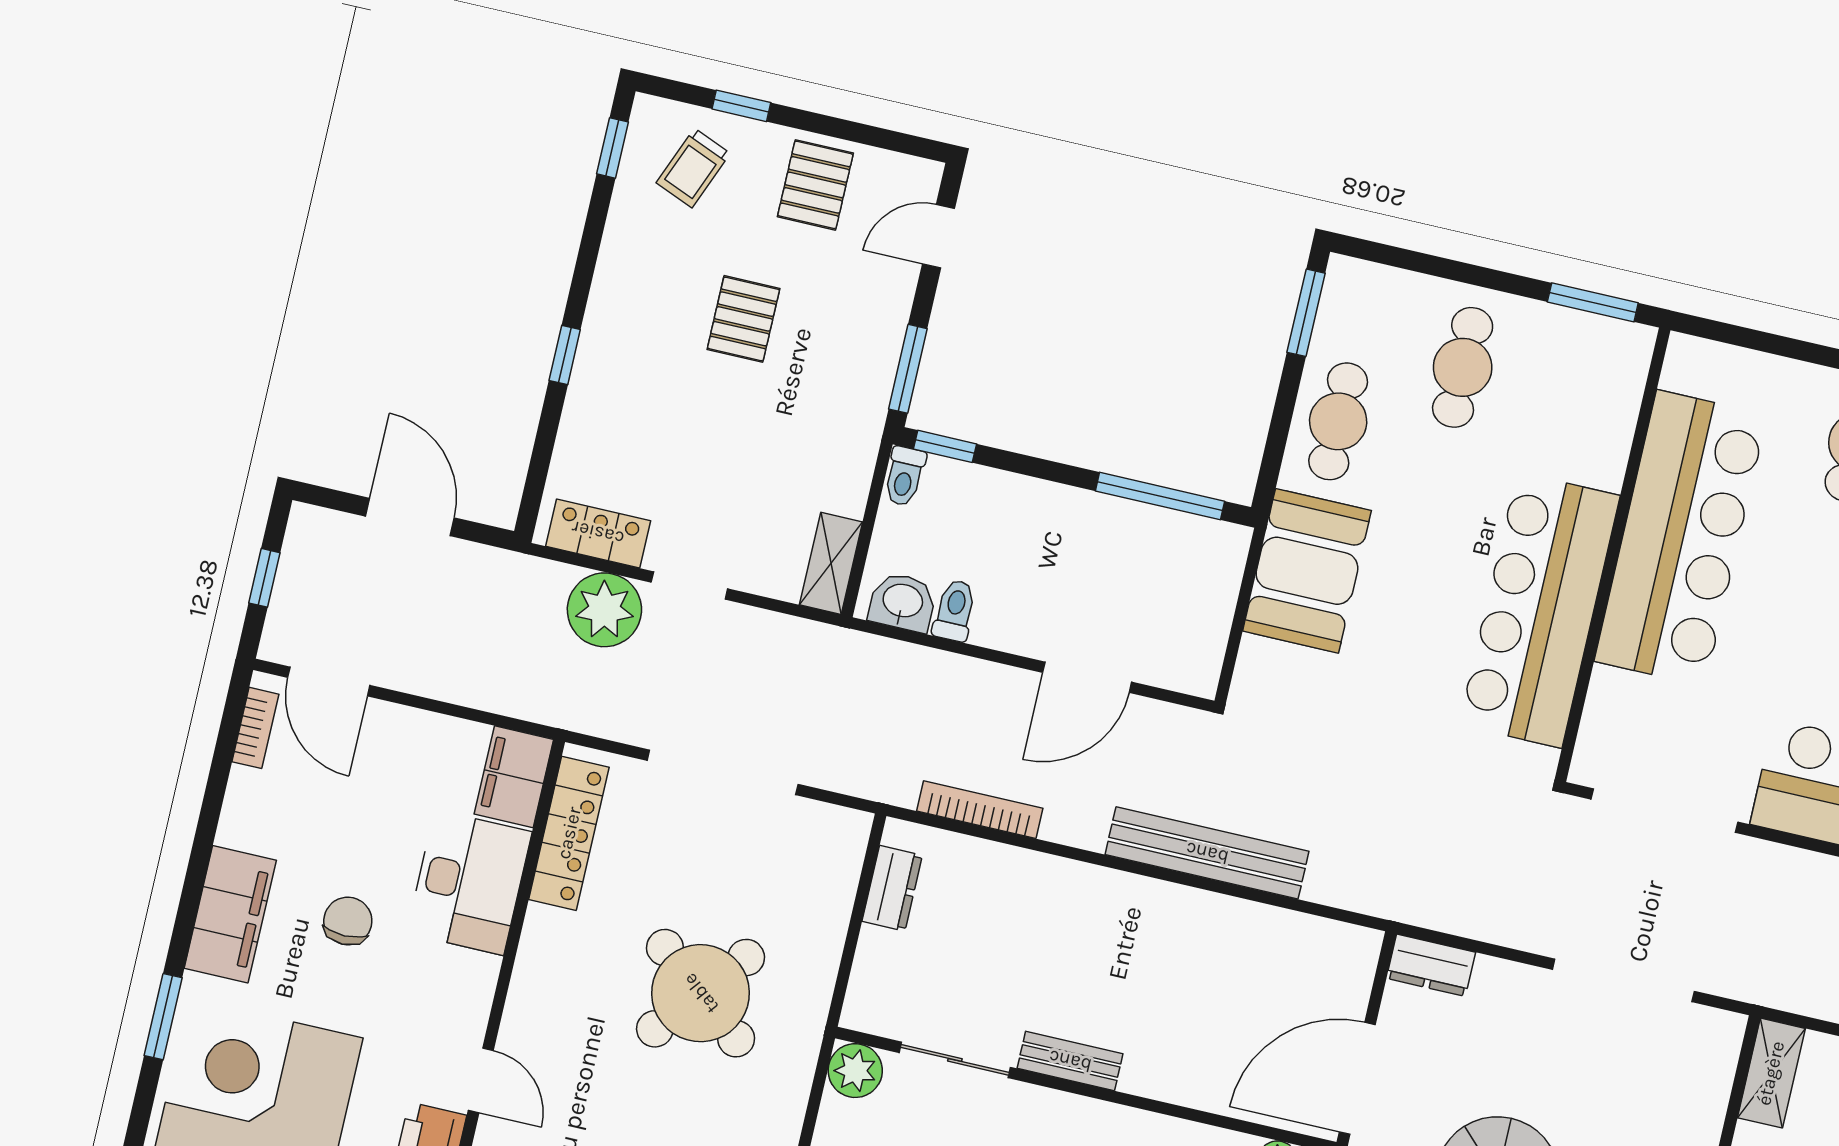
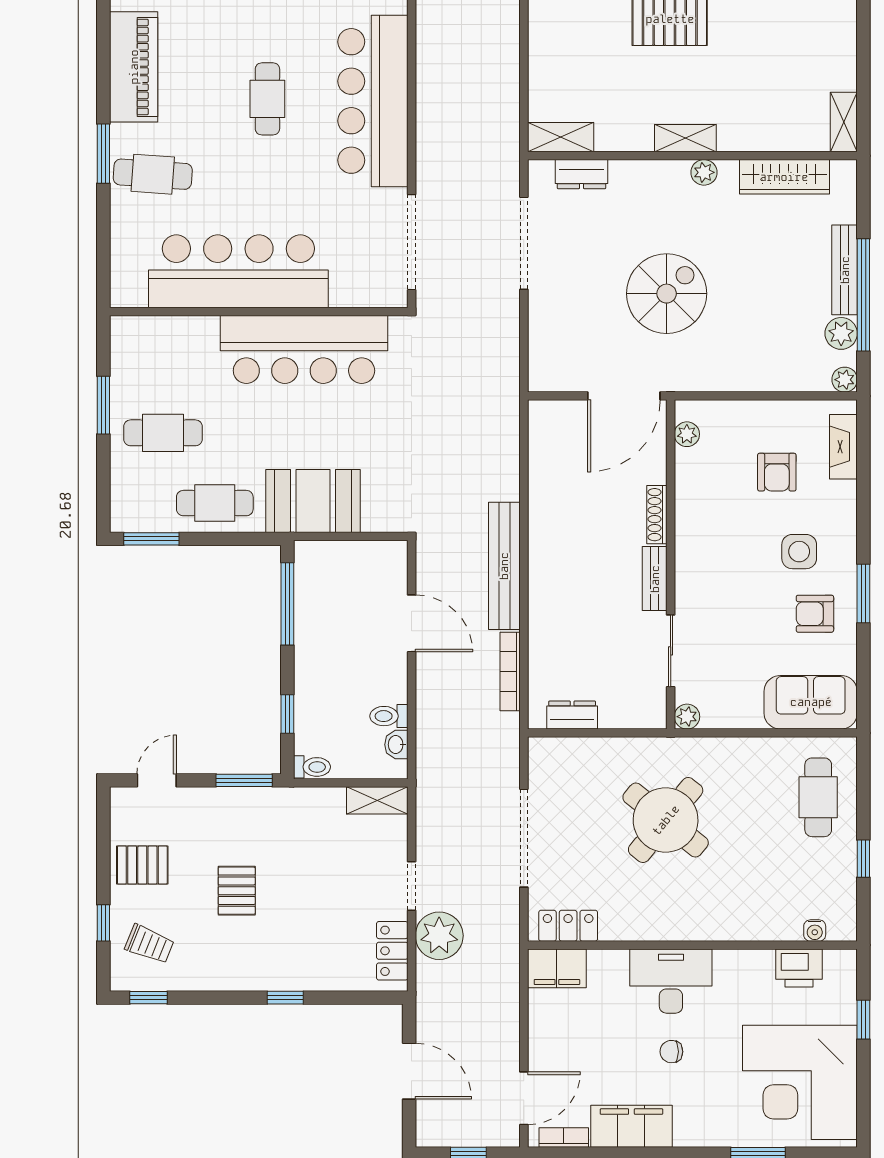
door: (938, 236) -> (157, 780), swing flipped
window: (1593, 302) -> (103, 405), moved
pallet: (743, 319) -> (237, 891), turned 90
window: (945, 446) -> (287, 714), moved
door: (410, 517) -> (409, 1071), swing flipped
washbasin: (902, 602) -> (396, 745), width x0.72, depth x0.69
locker: (569, 833) -> (568, 926), width x0.66
bench: (1207, 853) -> (504, 566), moved
desk: (469, 882) -> (671, 981), moved
filing cabinet: (230, 914) -> (631, 1126), moved
chair: (348, 921) -> (671, 1052), width x0.73, depth x0.73
dresser: (1431, 965) -> (582, 174), moved, turned 90
plant: (855, 1071) -> (687, 717), width x0.73, depth x0.73
door: (1357, 1078) -> (624, 396), hinge flipped
door: (481, 1080) -> (752, 945), removed
shoe rack: (1166, 1087) -> (657, 515), added

